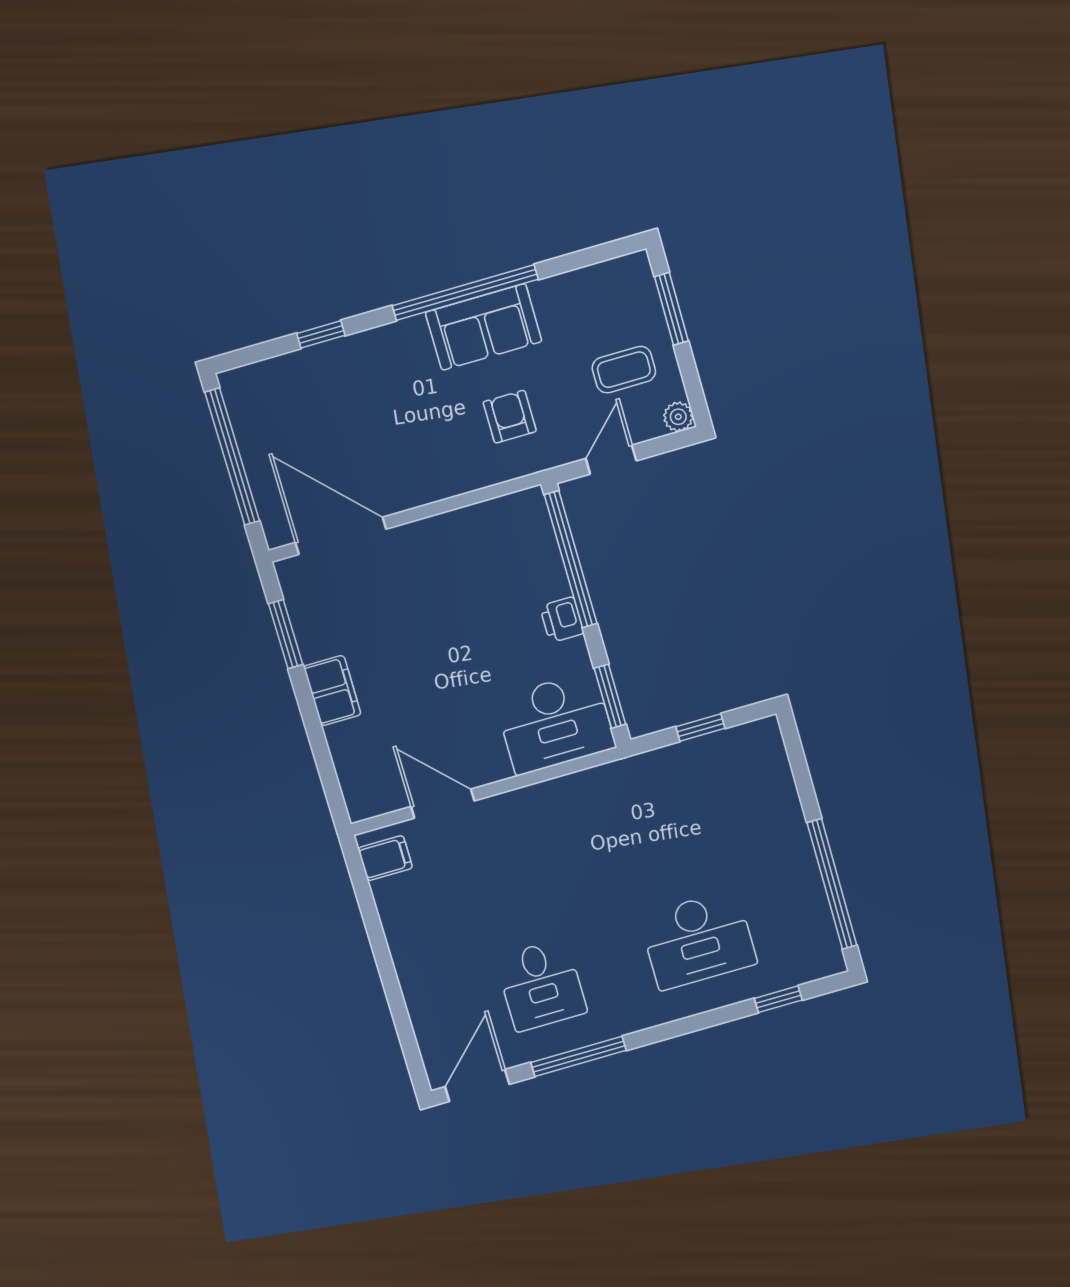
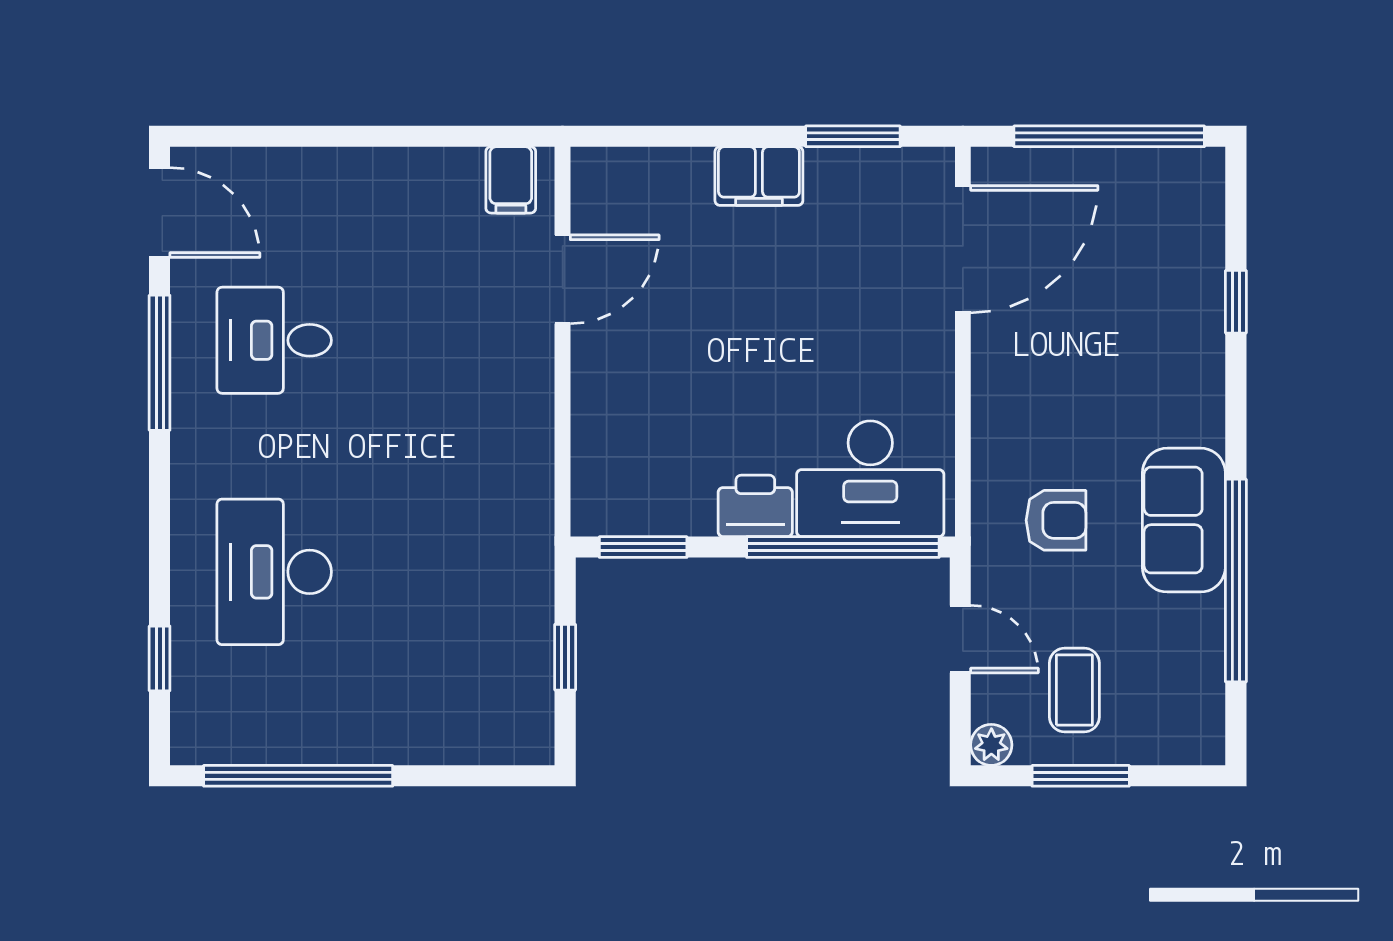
window: (465, 293) -> (1236, 581), moved
window: (671, 309) -> (1081, 776), moved
printer: (562, 620) -> (755, 506), width x1.36, depth x1.24
desk: (555, 723) -> (870, 479), moved, turned -90

